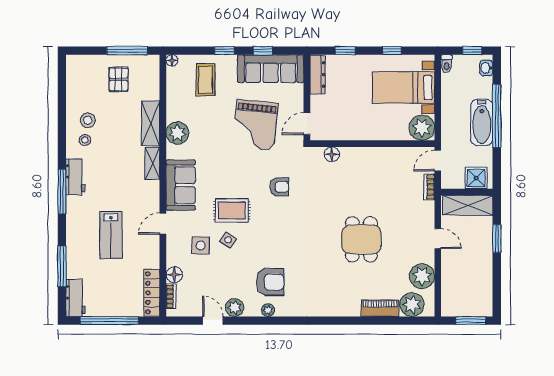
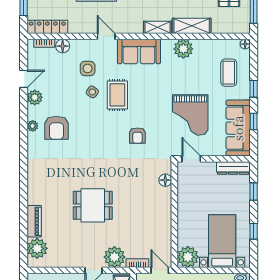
coffee table: (206, 80) -> (229, 73), turned 90
grand piano: (255, 125) -> (190, 115), turned -96
plant: (422, 276) -> (114, 257), moved

